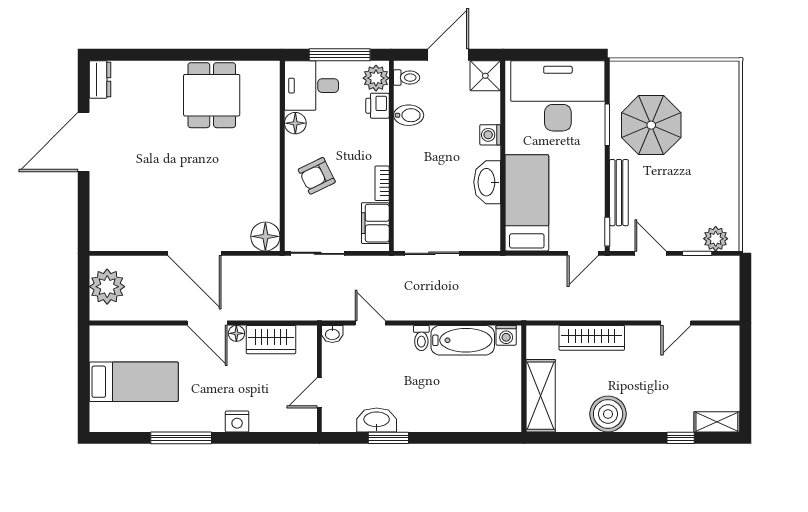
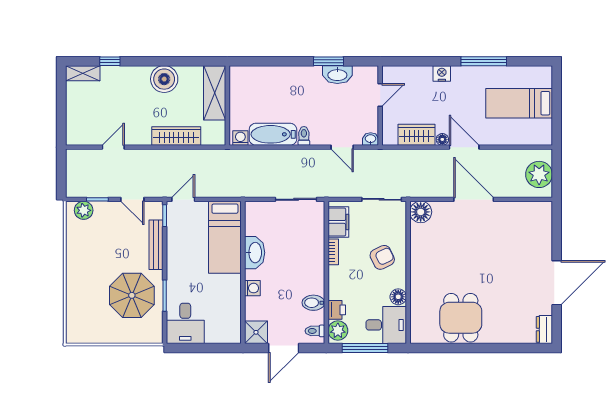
desk: (558, 96) -> (185, 323), width x0.53, depth x0.77

